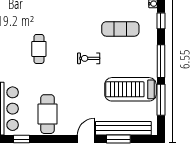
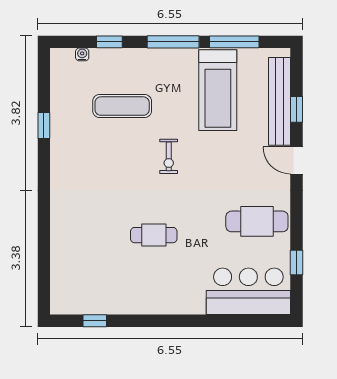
exercise mat: (120, 29) -> (122, 106), turned 90
window: (118, 139) -> (296, 109), width x0.67

